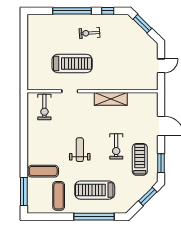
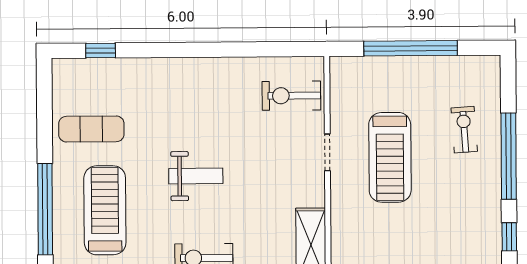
exercise bike: (89, 33) -> (464, 130), moved
window: (24, 54) -> (411, 48), added
exercise mat: (43, 171) -> (147, 94), removed
window: (24, 192) -> (101, 50), width x0.46

